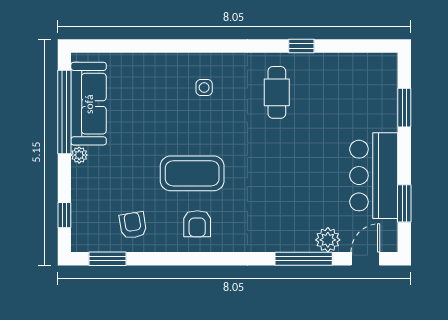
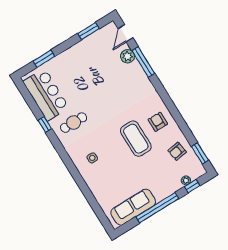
window: (64, 112) -> (157, 208), moved
plant: (79, 155) -> (186, 180), moved
bar counter: (374, 176) -> (46, 95), moved, turned -90
armchair: (197, 224) -> (158, 122), turned -90
door: (365, 259) -> (125, 33), hinge flipped

